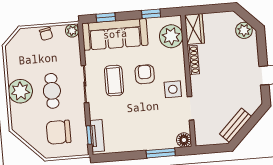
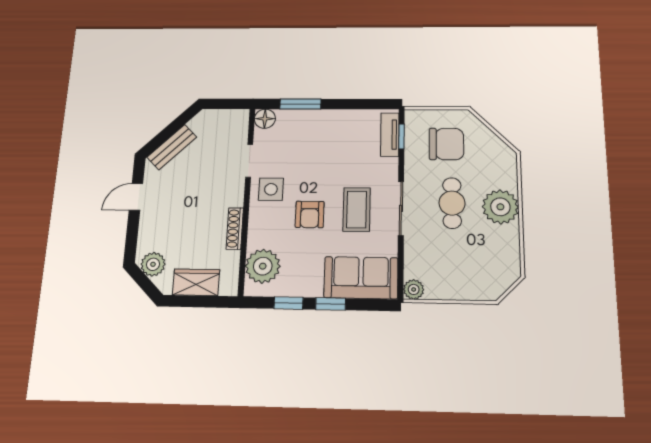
window: (106, 17) -> (331, 304), moved
wardrobe: (195, 29) -> (196, 282), moved, turned 90
chair: (46, 34) -> (455, 288), removed
sofa: (115, 34) -> (361, 278), width x0.73
bench: (235, 125) -> (172, 147), moved

